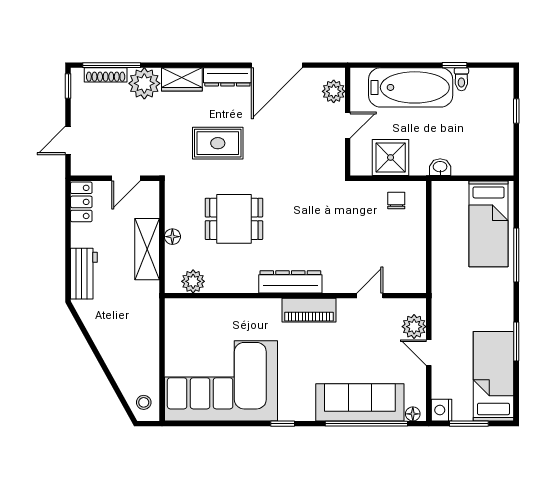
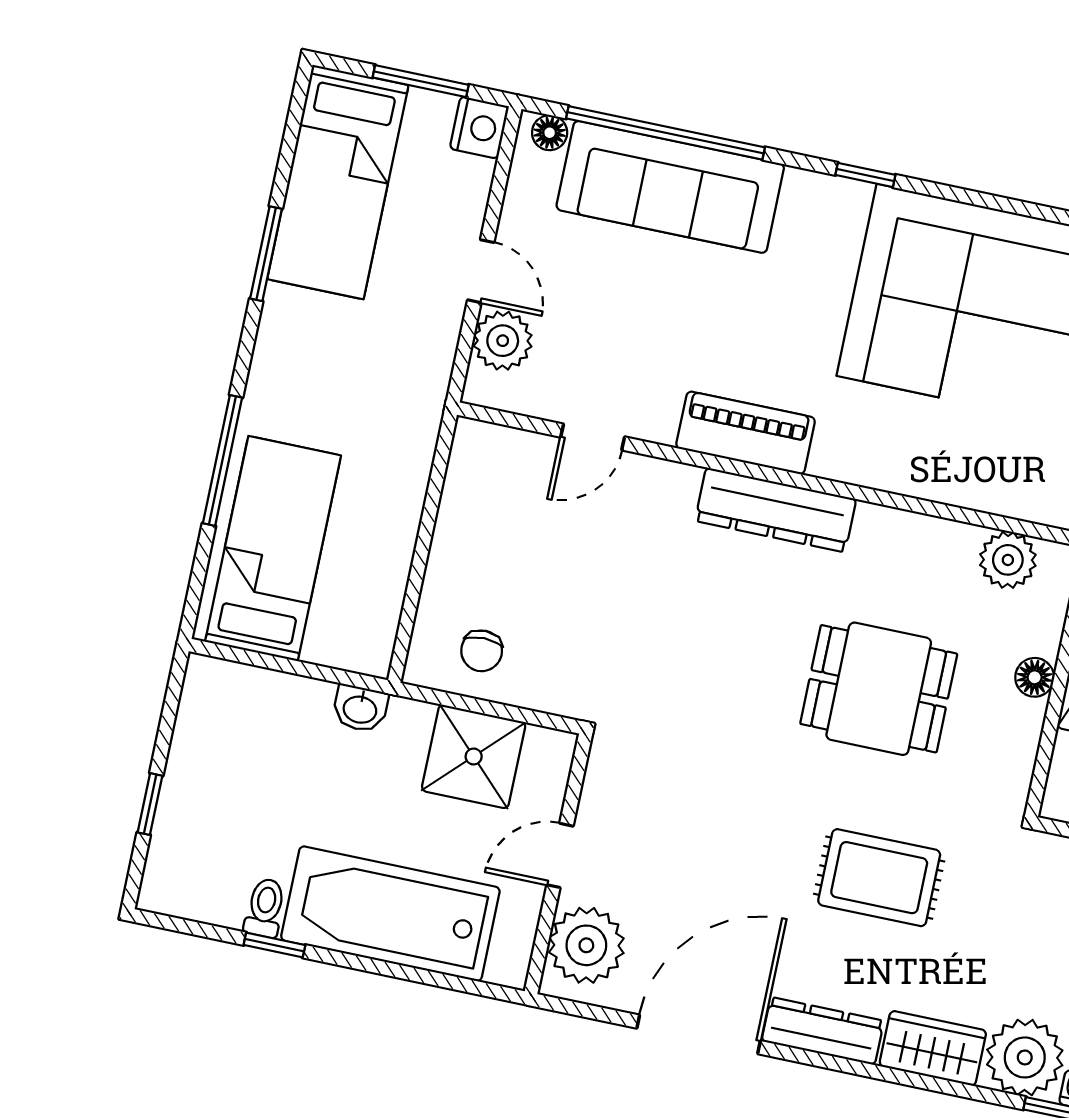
plant: (334, 91) -> (586, 945), width x1.36, depth x1.36

